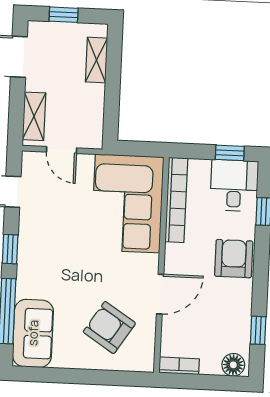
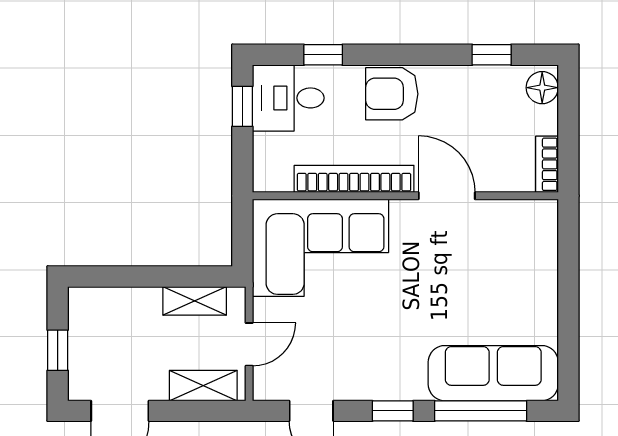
shelving: (96, 60) -> (195, 301), moved
bookcase: (176, 200) -> (354, 179), moved
armchair: (109, 328) -> (497, 265), removed
sofa: (33, 333) -> (493, 373), width x1.36

